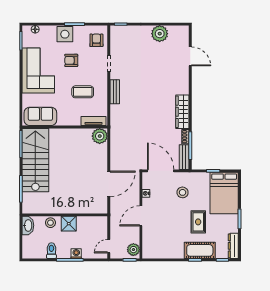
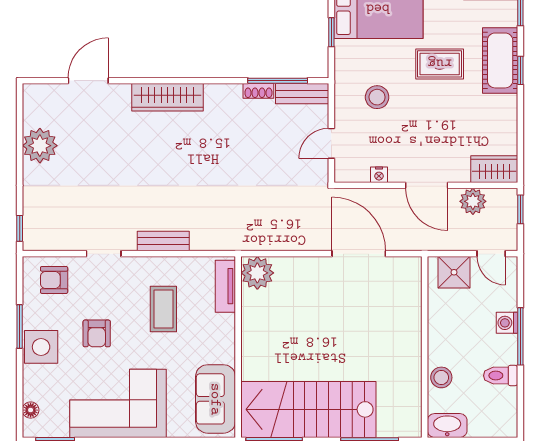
wardrobe: (182, 112) -> (168, 97), moved
door: (161, 171) -> (331, 143), width x0.53
shower: (69, 224) -> (454, 272), moved
wardrobe: (149, 248) -> (494, 169), added
plant: (133, 250) -> (473, 201), moved

